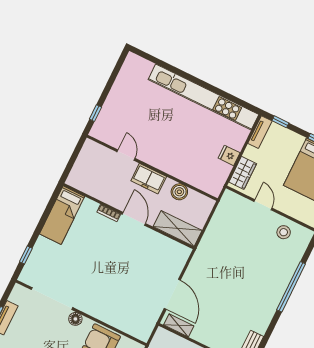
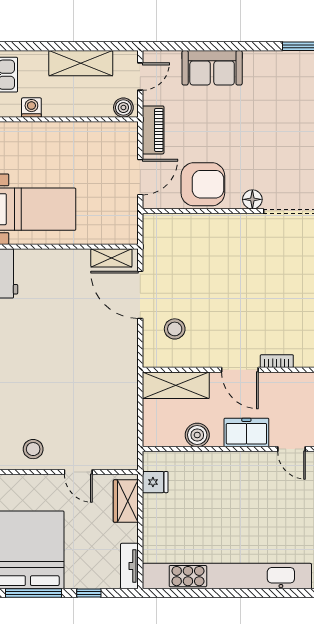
window: (280, 122) -> (89, 593), moved
fridge: (229, 155) -> (155, 482), moved
stool: (161, 263) -> (175, 329), added

